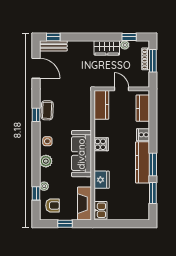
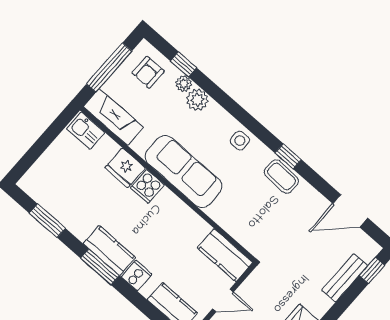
bench: (53, 46) -> (345, 278), moved
cooker: (101, 144) -> (147, 186), moved
plant: (46, 161) -> (197, 100), moved
kitchen counter: (142, 162) -> (109, 251), width x0.67
window: (153, 164) -> (100, 267), moved
window: (65, 224) -> (109, 68), width x2.17

